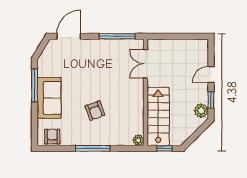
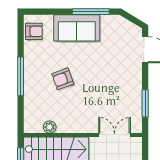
window: (117, 36) -> (145, 103), width x0.69
plant: (138, 140) -> (50, 127), moved

